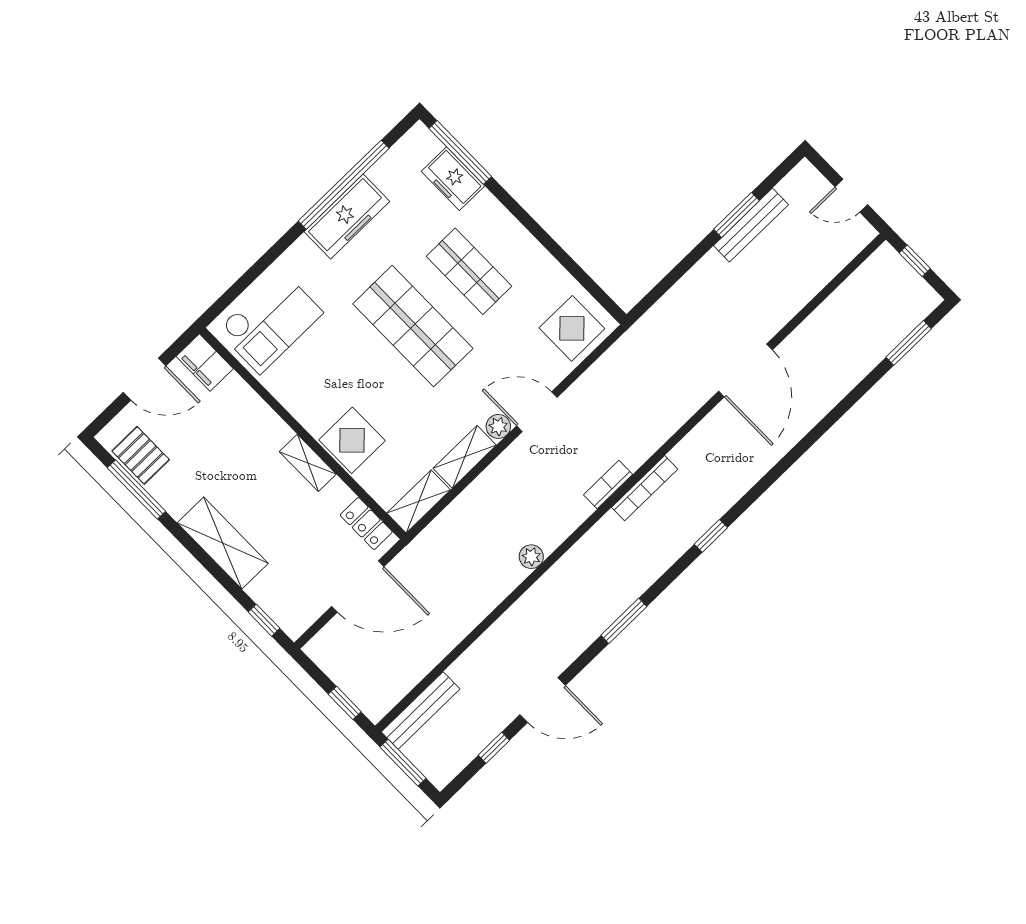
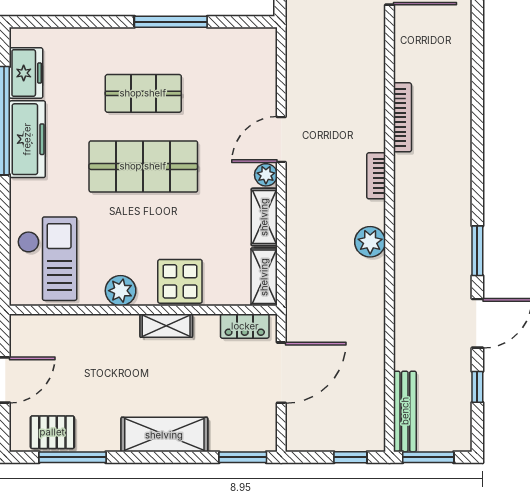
window: (460, 152) -> (171, 22), moved
freezer: (453, 179) -> (26, 73), moved, turned -90
display table: (572, 328) -> (248, 62), removed
filing cabinet: (205, 363) -> (32, 329), removed
plant: (300, 402) -> (121, 291), added
bookcase: (608, 485) -> (376, 176), moved
window: (711, 536) -> (477, 104), removed
plant: (531, 557) -> (370, 242), width x1.38, depth x1.38
window: (264, 620) -> (243, 457), width x1.50
window: (624, 621) -> (477, 251), moved

